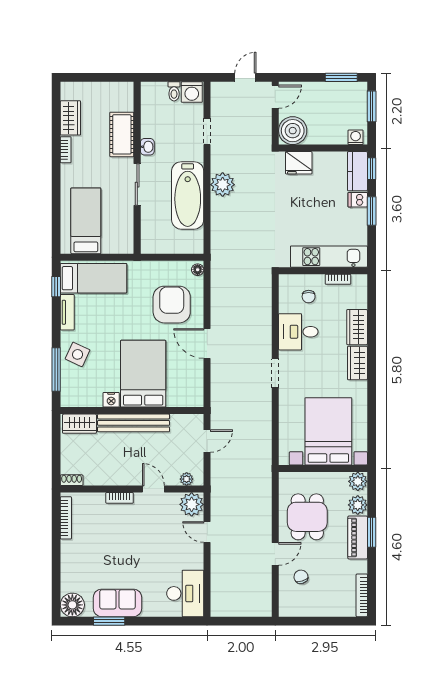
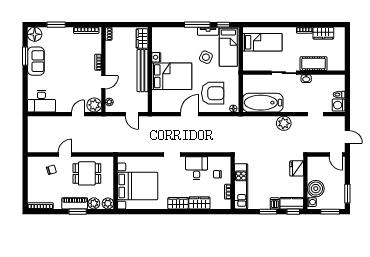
boiler: (293, 131) -> (316, 189), moved
bathtub: (188, 195) -> (263, 103), moved
side table: (78, 354) -> (206, 57), moved
window: (56, 369) -> (197, 25), moved
door: (275, 554) -> (65, 155), swing flipped
window: (56, 569) -> (56, 25), added

